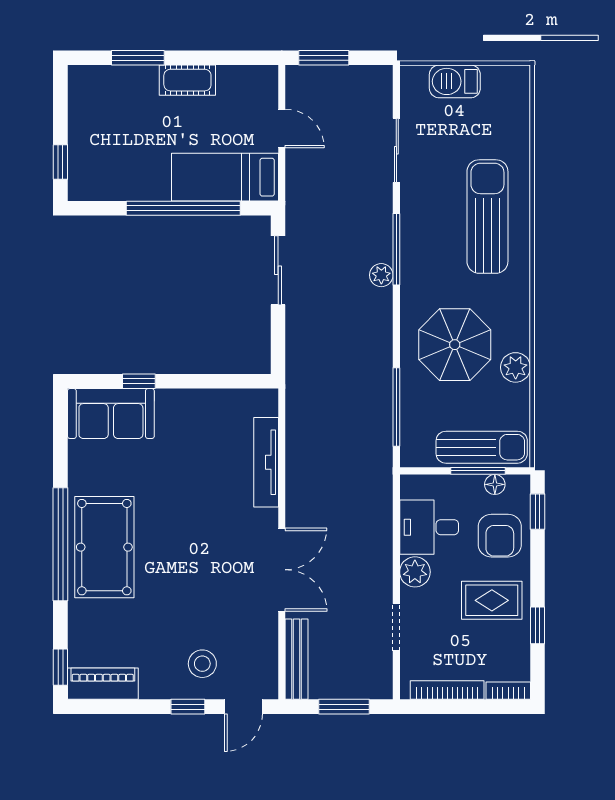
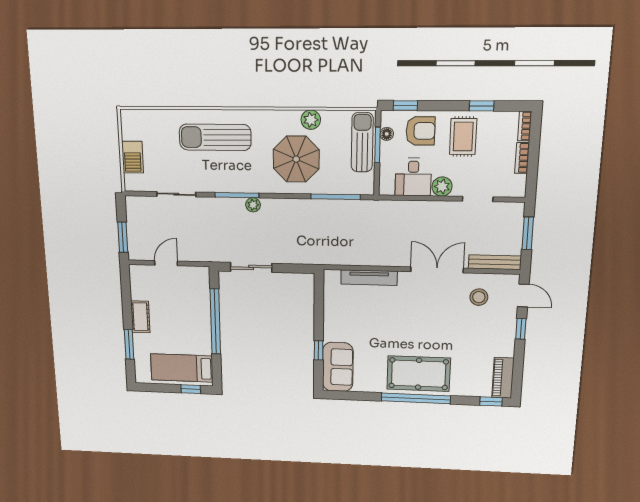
bed: (225, 177) -> (182, 368), moved, turned 90
stool: (202, 664) -> (479, 297), moved
bookcase: (447, 690) -> (522, 158), width x0.64

